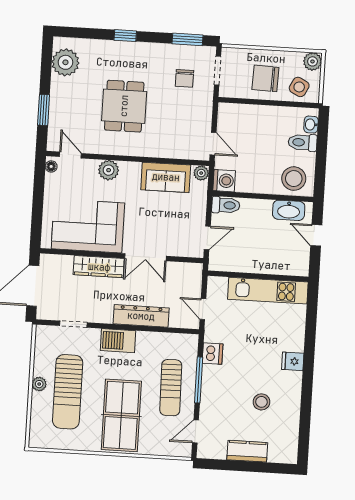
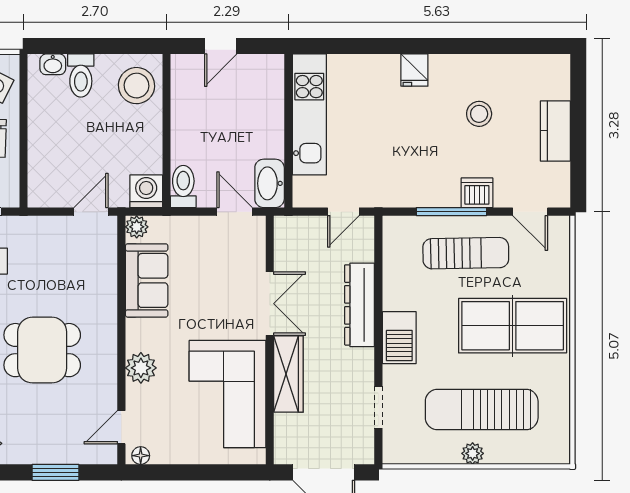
washbasin: (289, 210) -> (270, 183), moved, turned 180
dishwasher: (213, 354) -> (477, 193), moved
sun lounger: (68, 392) -> (482, 409), turned 180

